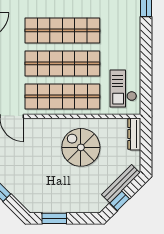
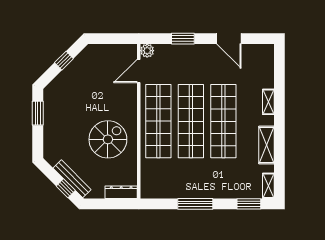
window: (146, 59) -> (195, 204), added
checkout: (123, 89) -> (166, 181), removed
window: (120, 201) -> (66, 188), moved

